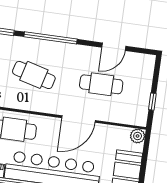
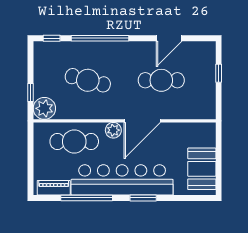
window: (152, 102) -> (219, 73), moved
plant: (138, 136) -> (113, 130), moved

